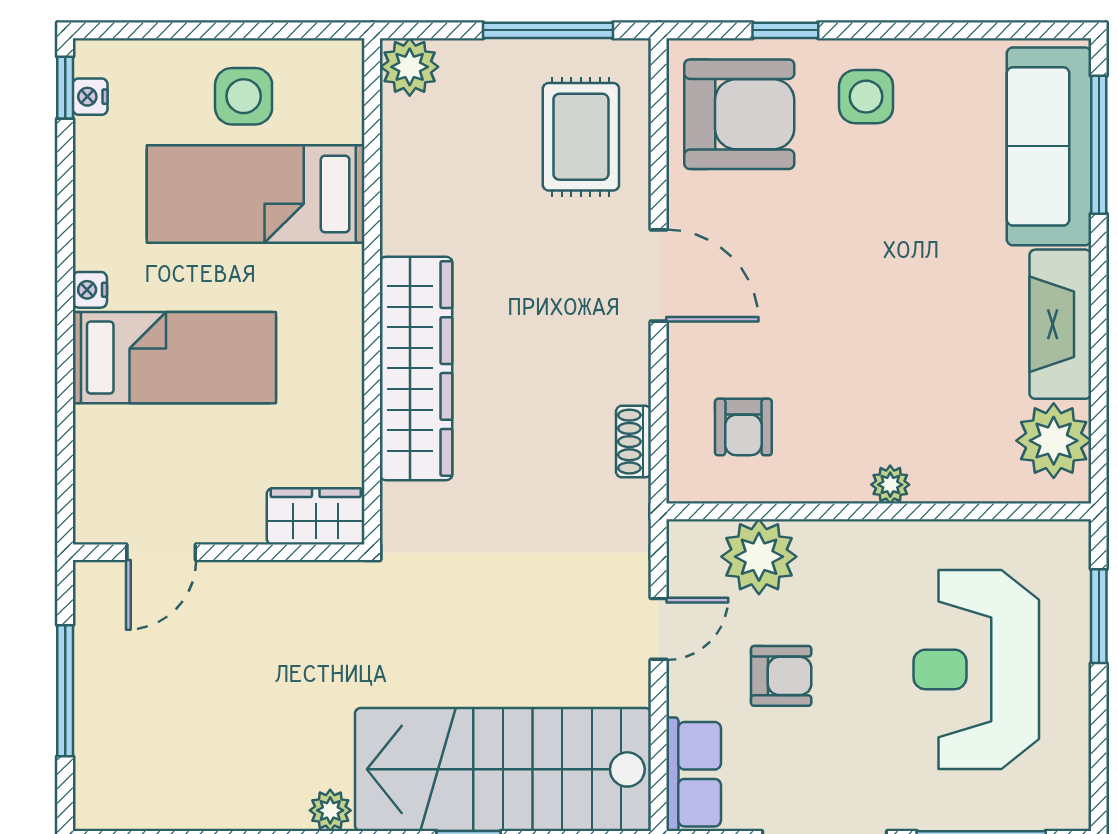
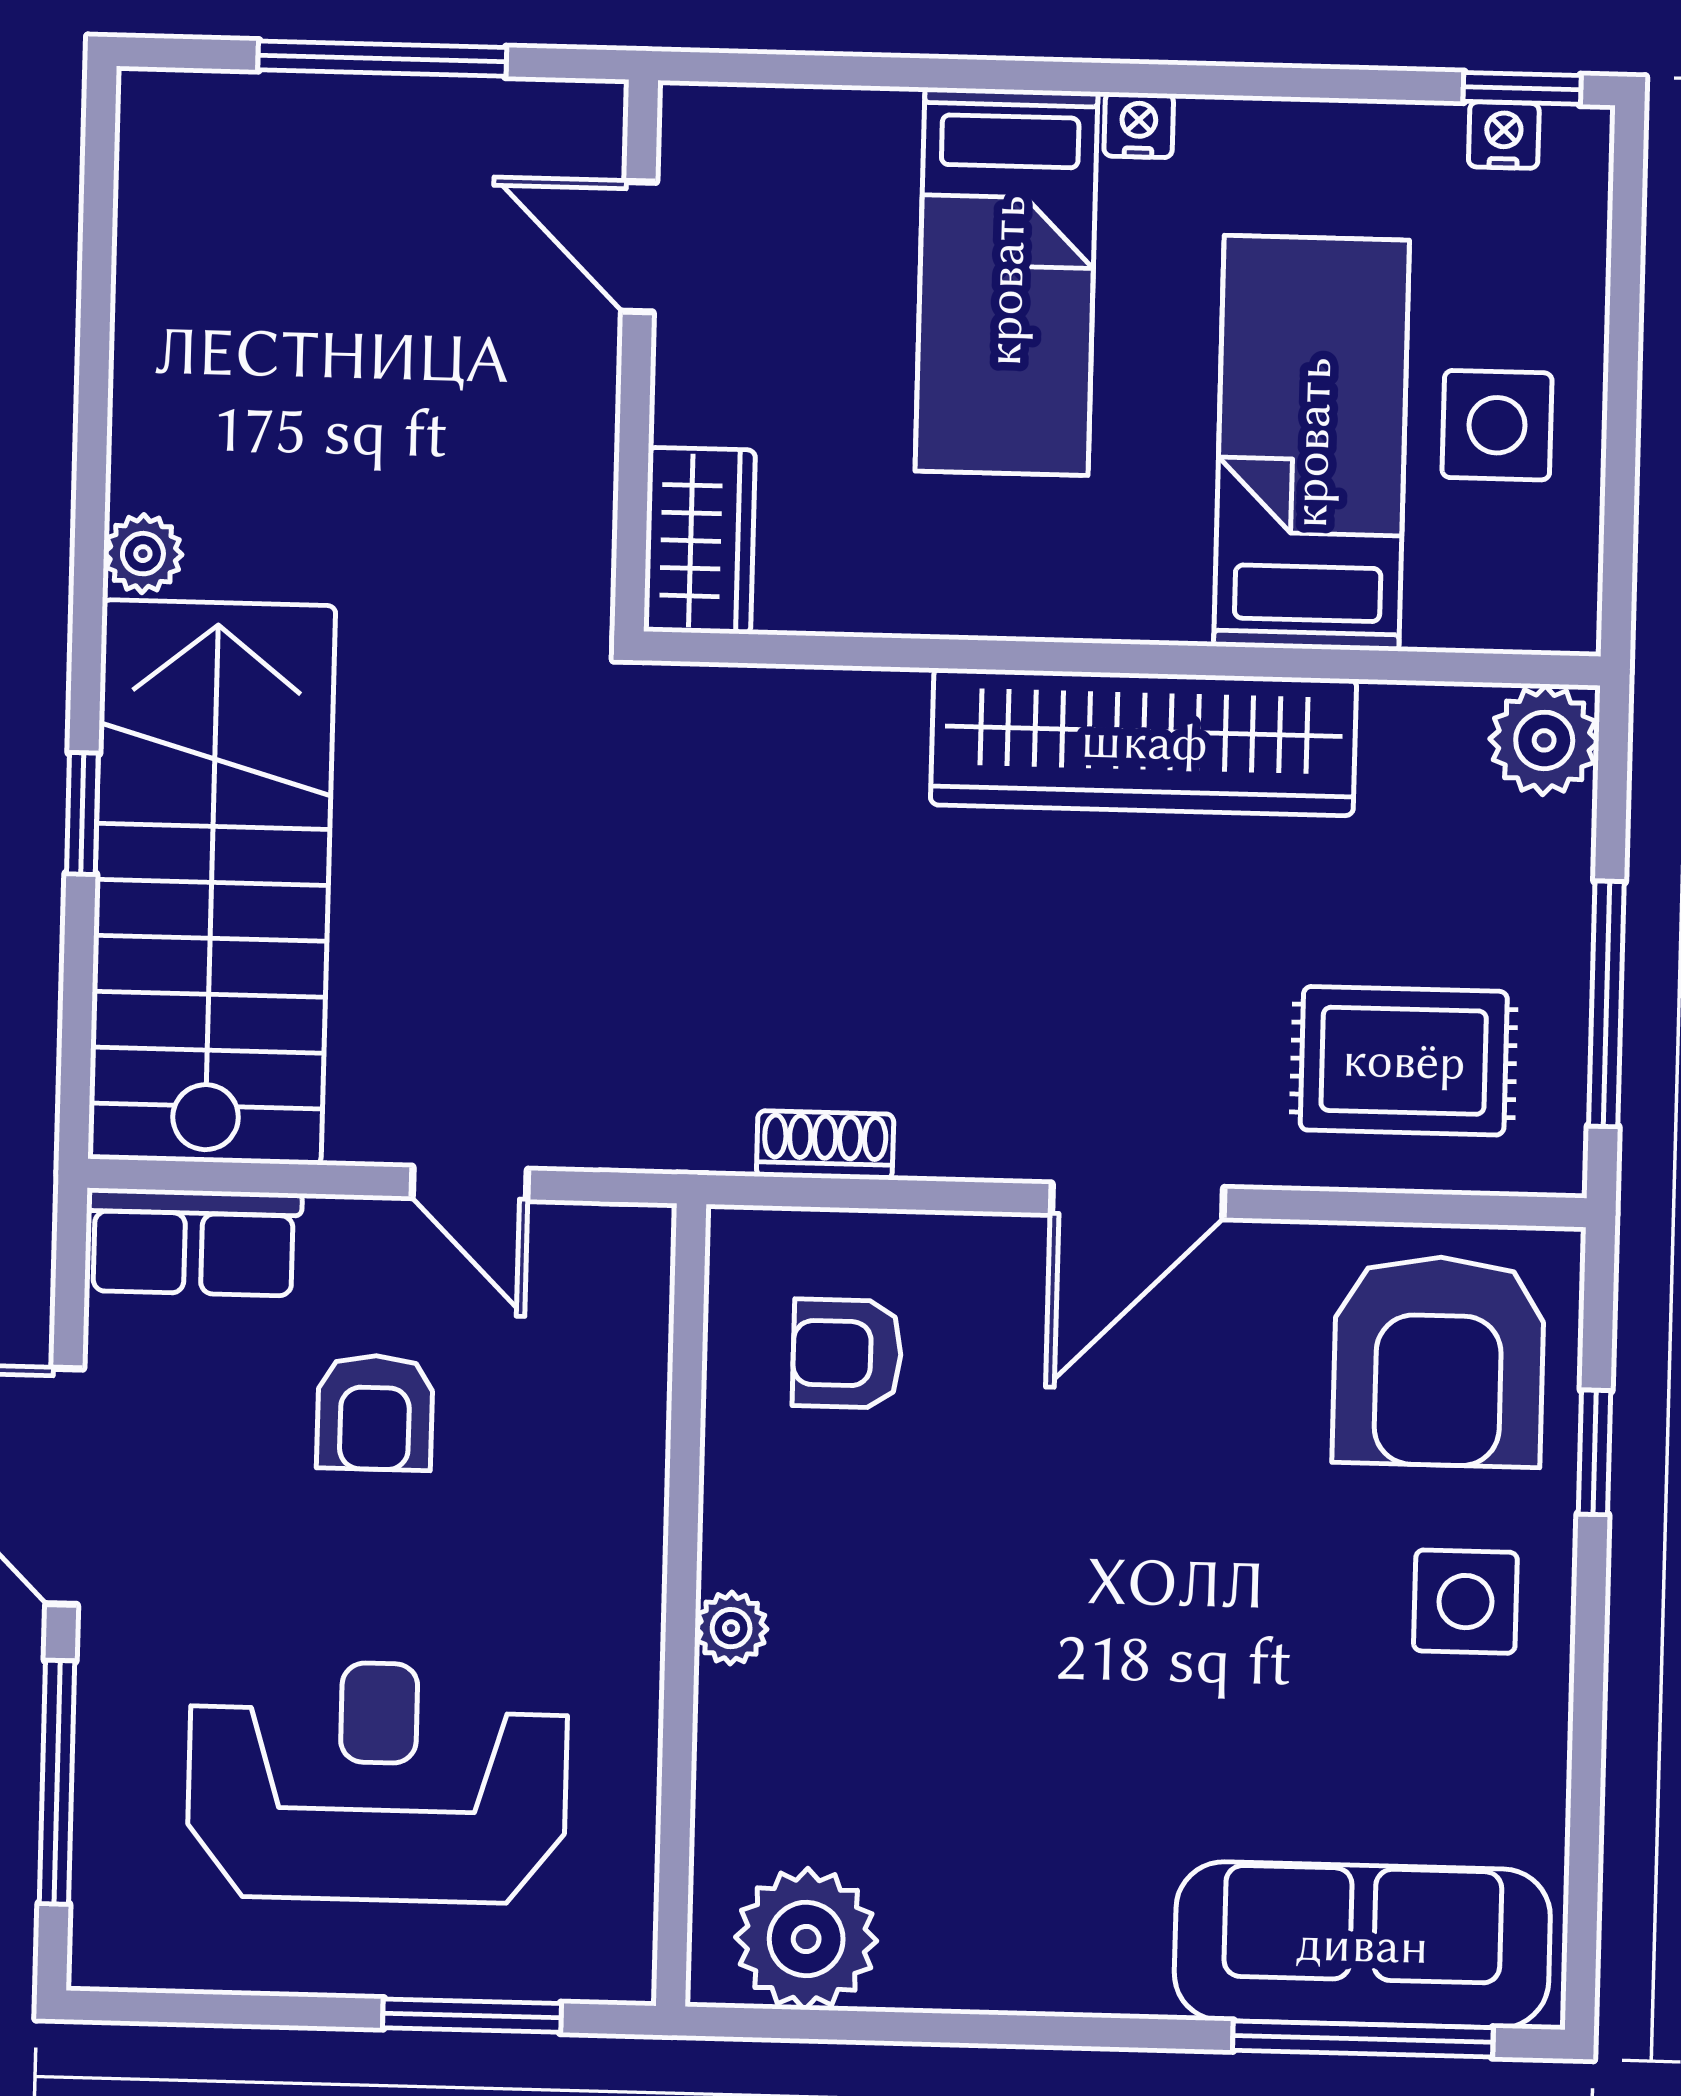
fireplace: (1060, 324) -> (1026, 1957), removed
wardrobe: (416, 368) -> (1144, 742), moved
plant: (759, 557) -> (601, 1376), removed

